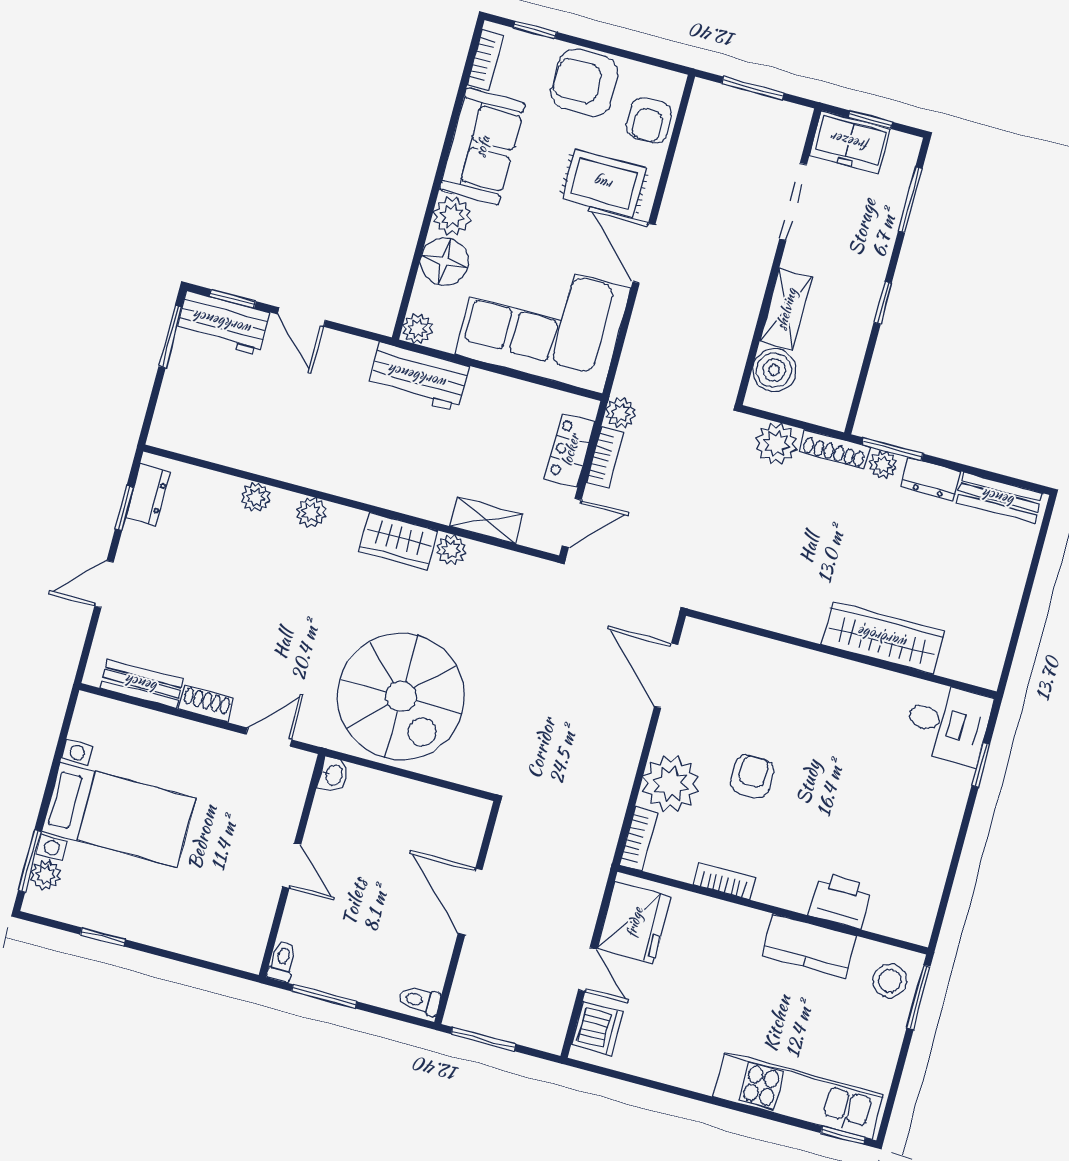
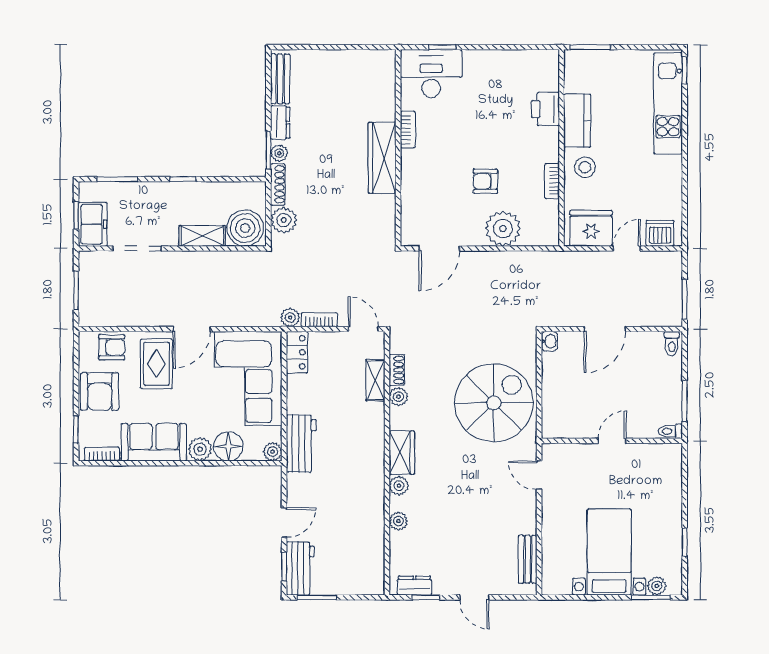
boiler: (774, 370) -> (245, 228), width x1.37, depth x1.37
locker: (570, 450) -> (297, 352), moved, turned -90
wardrobe: (398, 541) -> (402, 453), moved
wardrobe: (883, 638) -> (382, 158), moved
shoe rack: (206, 704) -> (397, 370), moved, turned 180
desk: (948, 723) -> (431, 74), width x1.37
washbasin: (333, 775) -> (549, 341), moved, turned 90
bookcase: (639, 839) -> (408, 130), moved, turned 90
stool: (890, 981) -> (585, 167), moved

